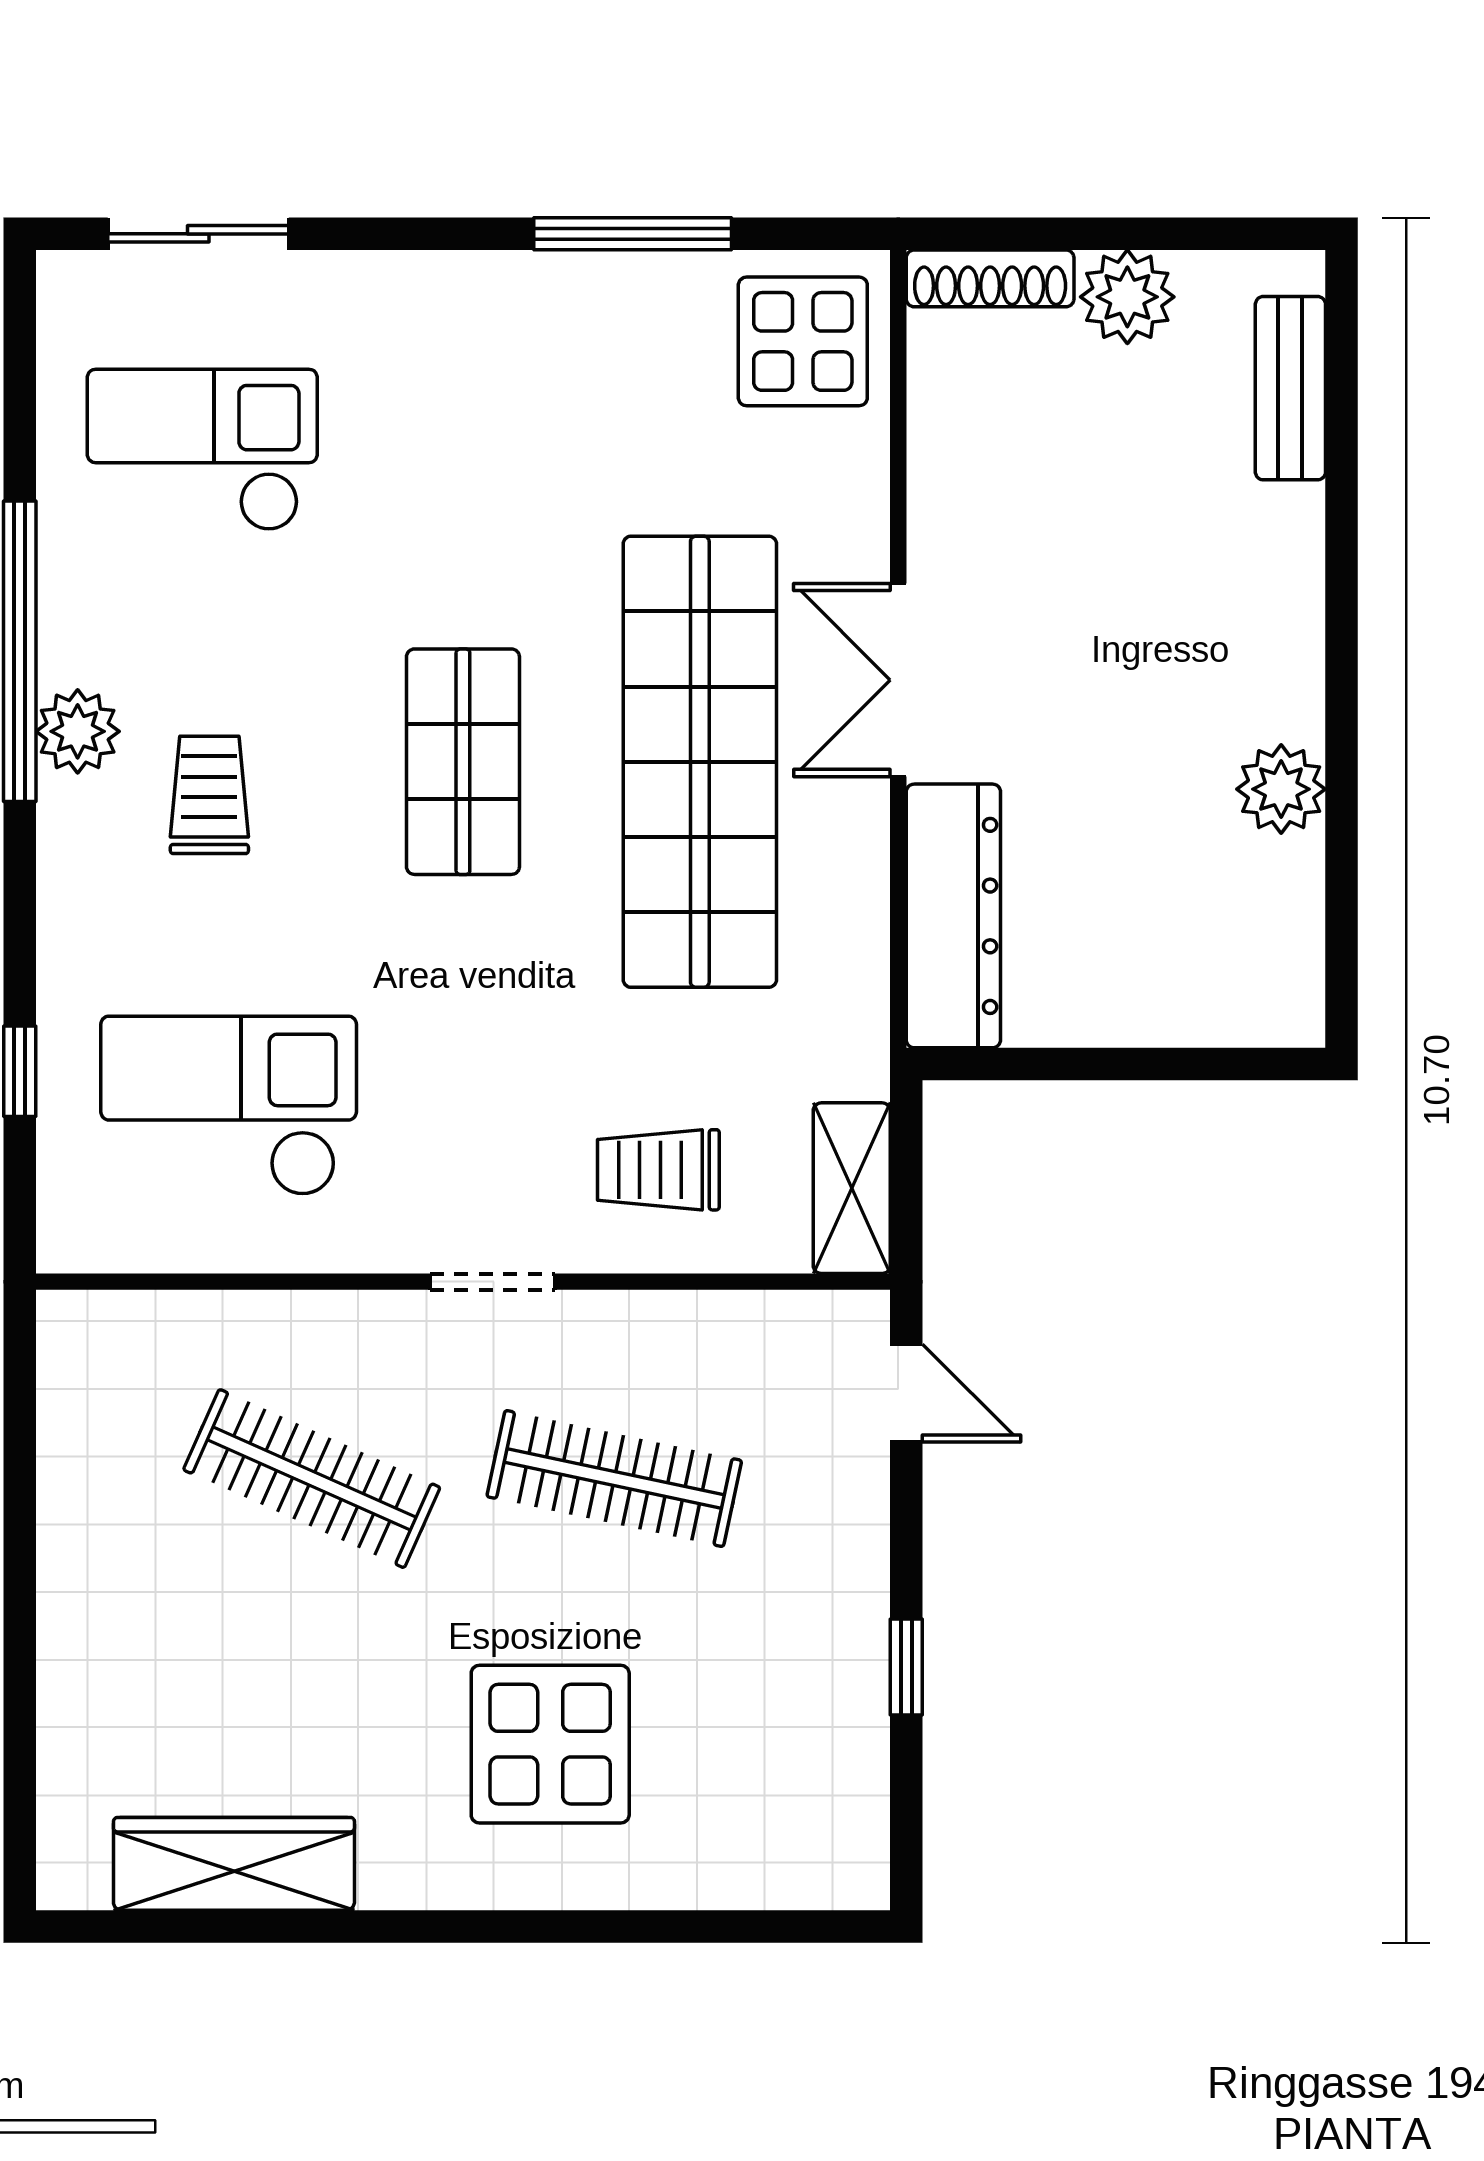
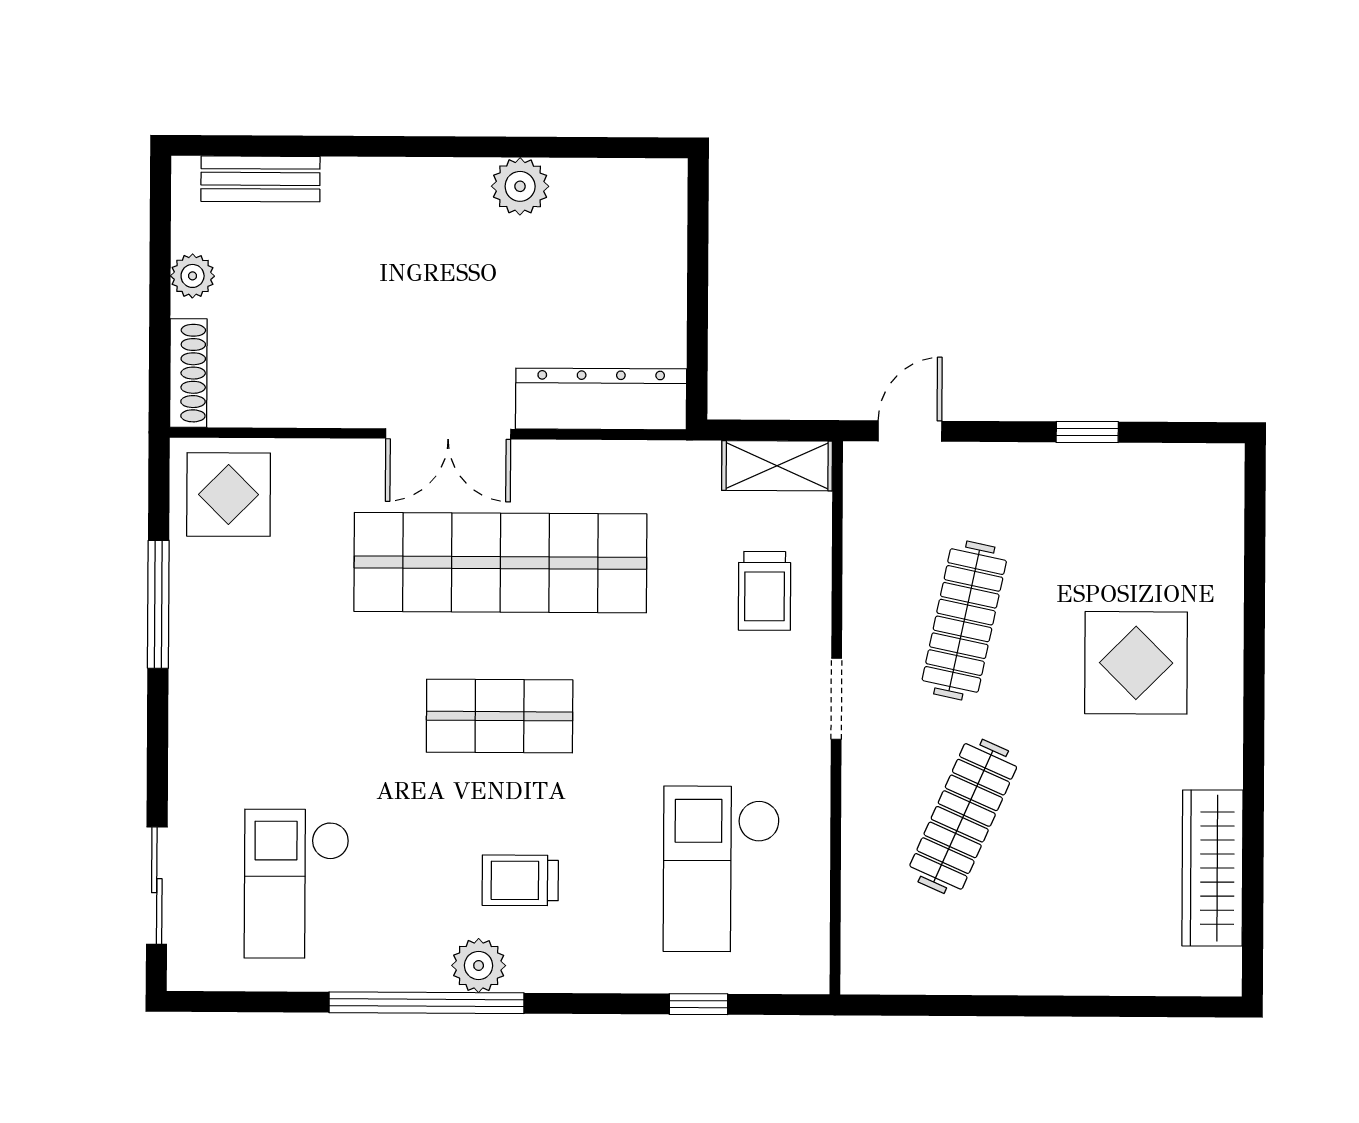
plant: (1127, 297) -> (193, 276), width x0.73, depth x0.73

